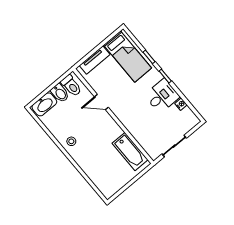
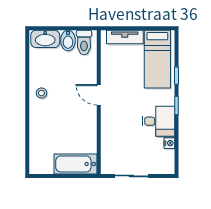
door: (101, 102) -> (99, 95), moved
bathtub: (130, 152) -> (76, 164), moved, turned 90

